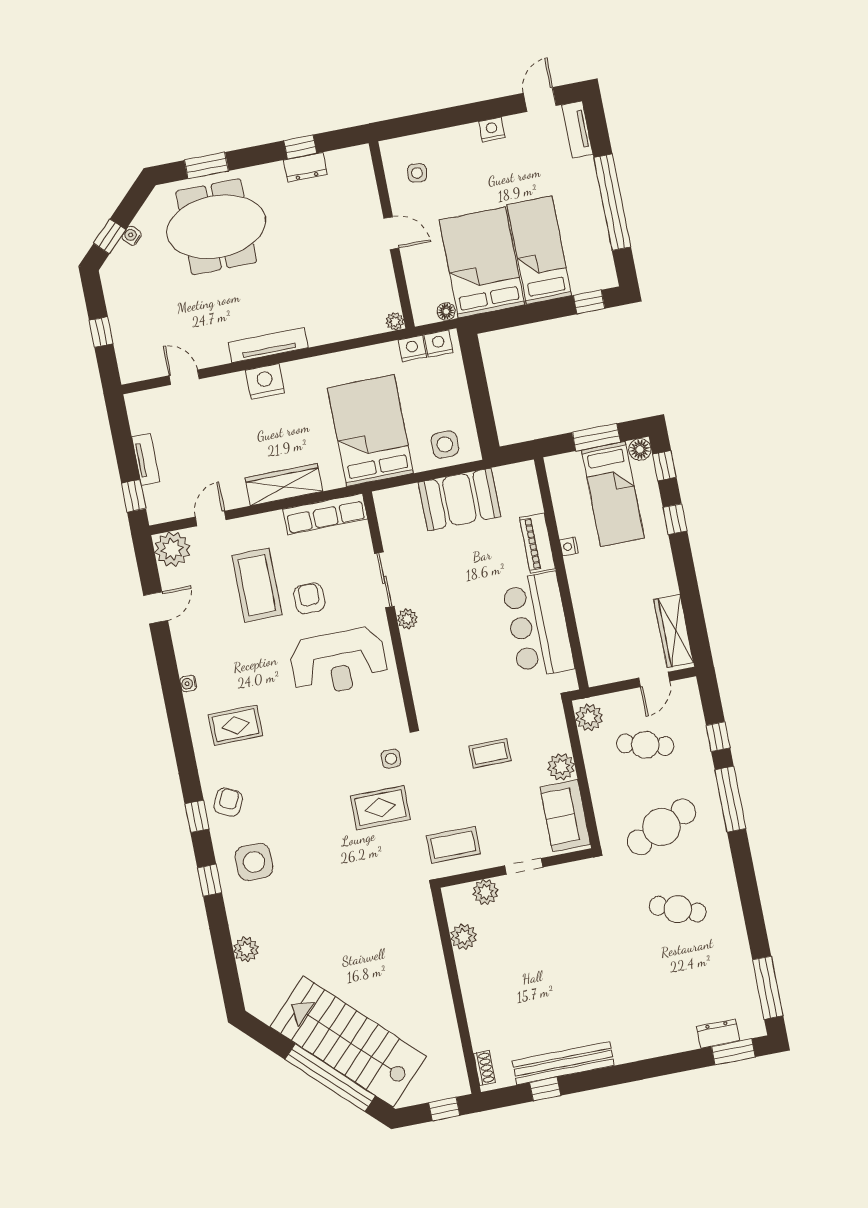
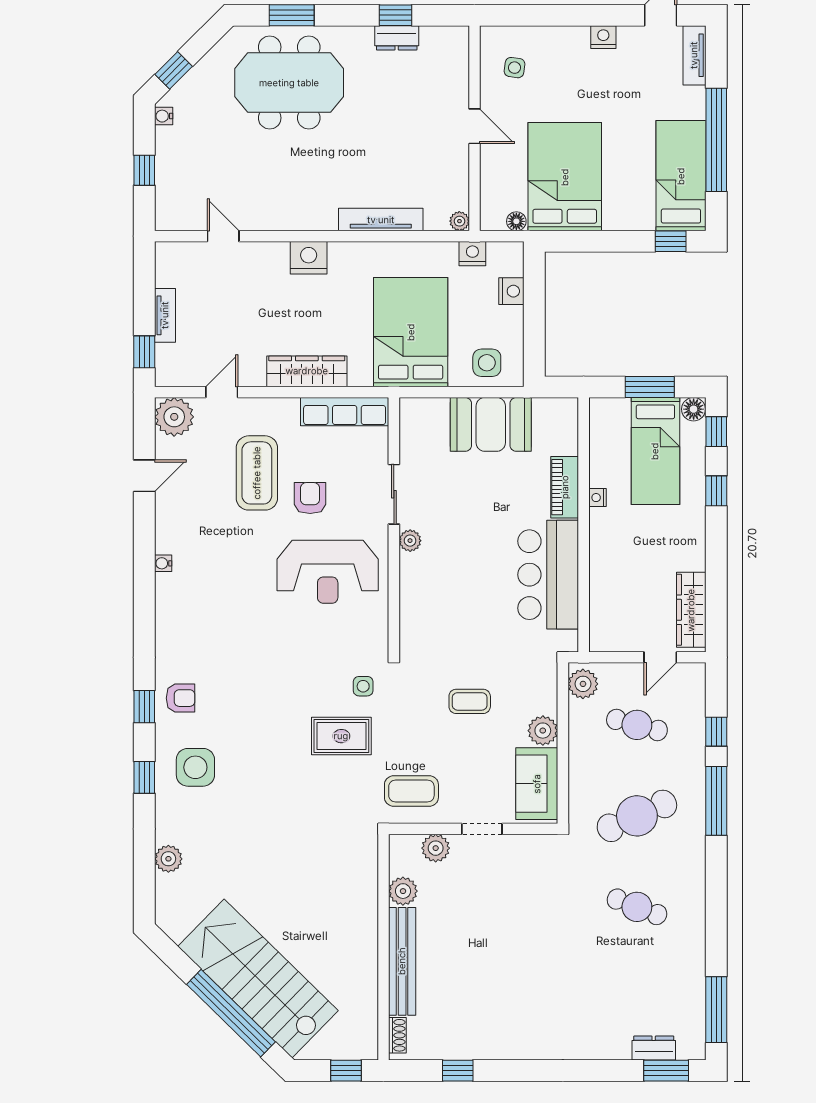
water cooler: (132, 236) -> (164, 116), moved, turned -45
bed: (539, 250) -> (681, 176), moved
nightstand: (439, 344) -> (511, 291), moved, turned 90
tv unit: (268, 345) -> (381, 220), moved
rug: (236, 725) -> (205, 618), removed
armchair: (228, 802) -> (181, 698), turned 64
bench: (563, 1063) -> (402, 961), moved, turned 90

